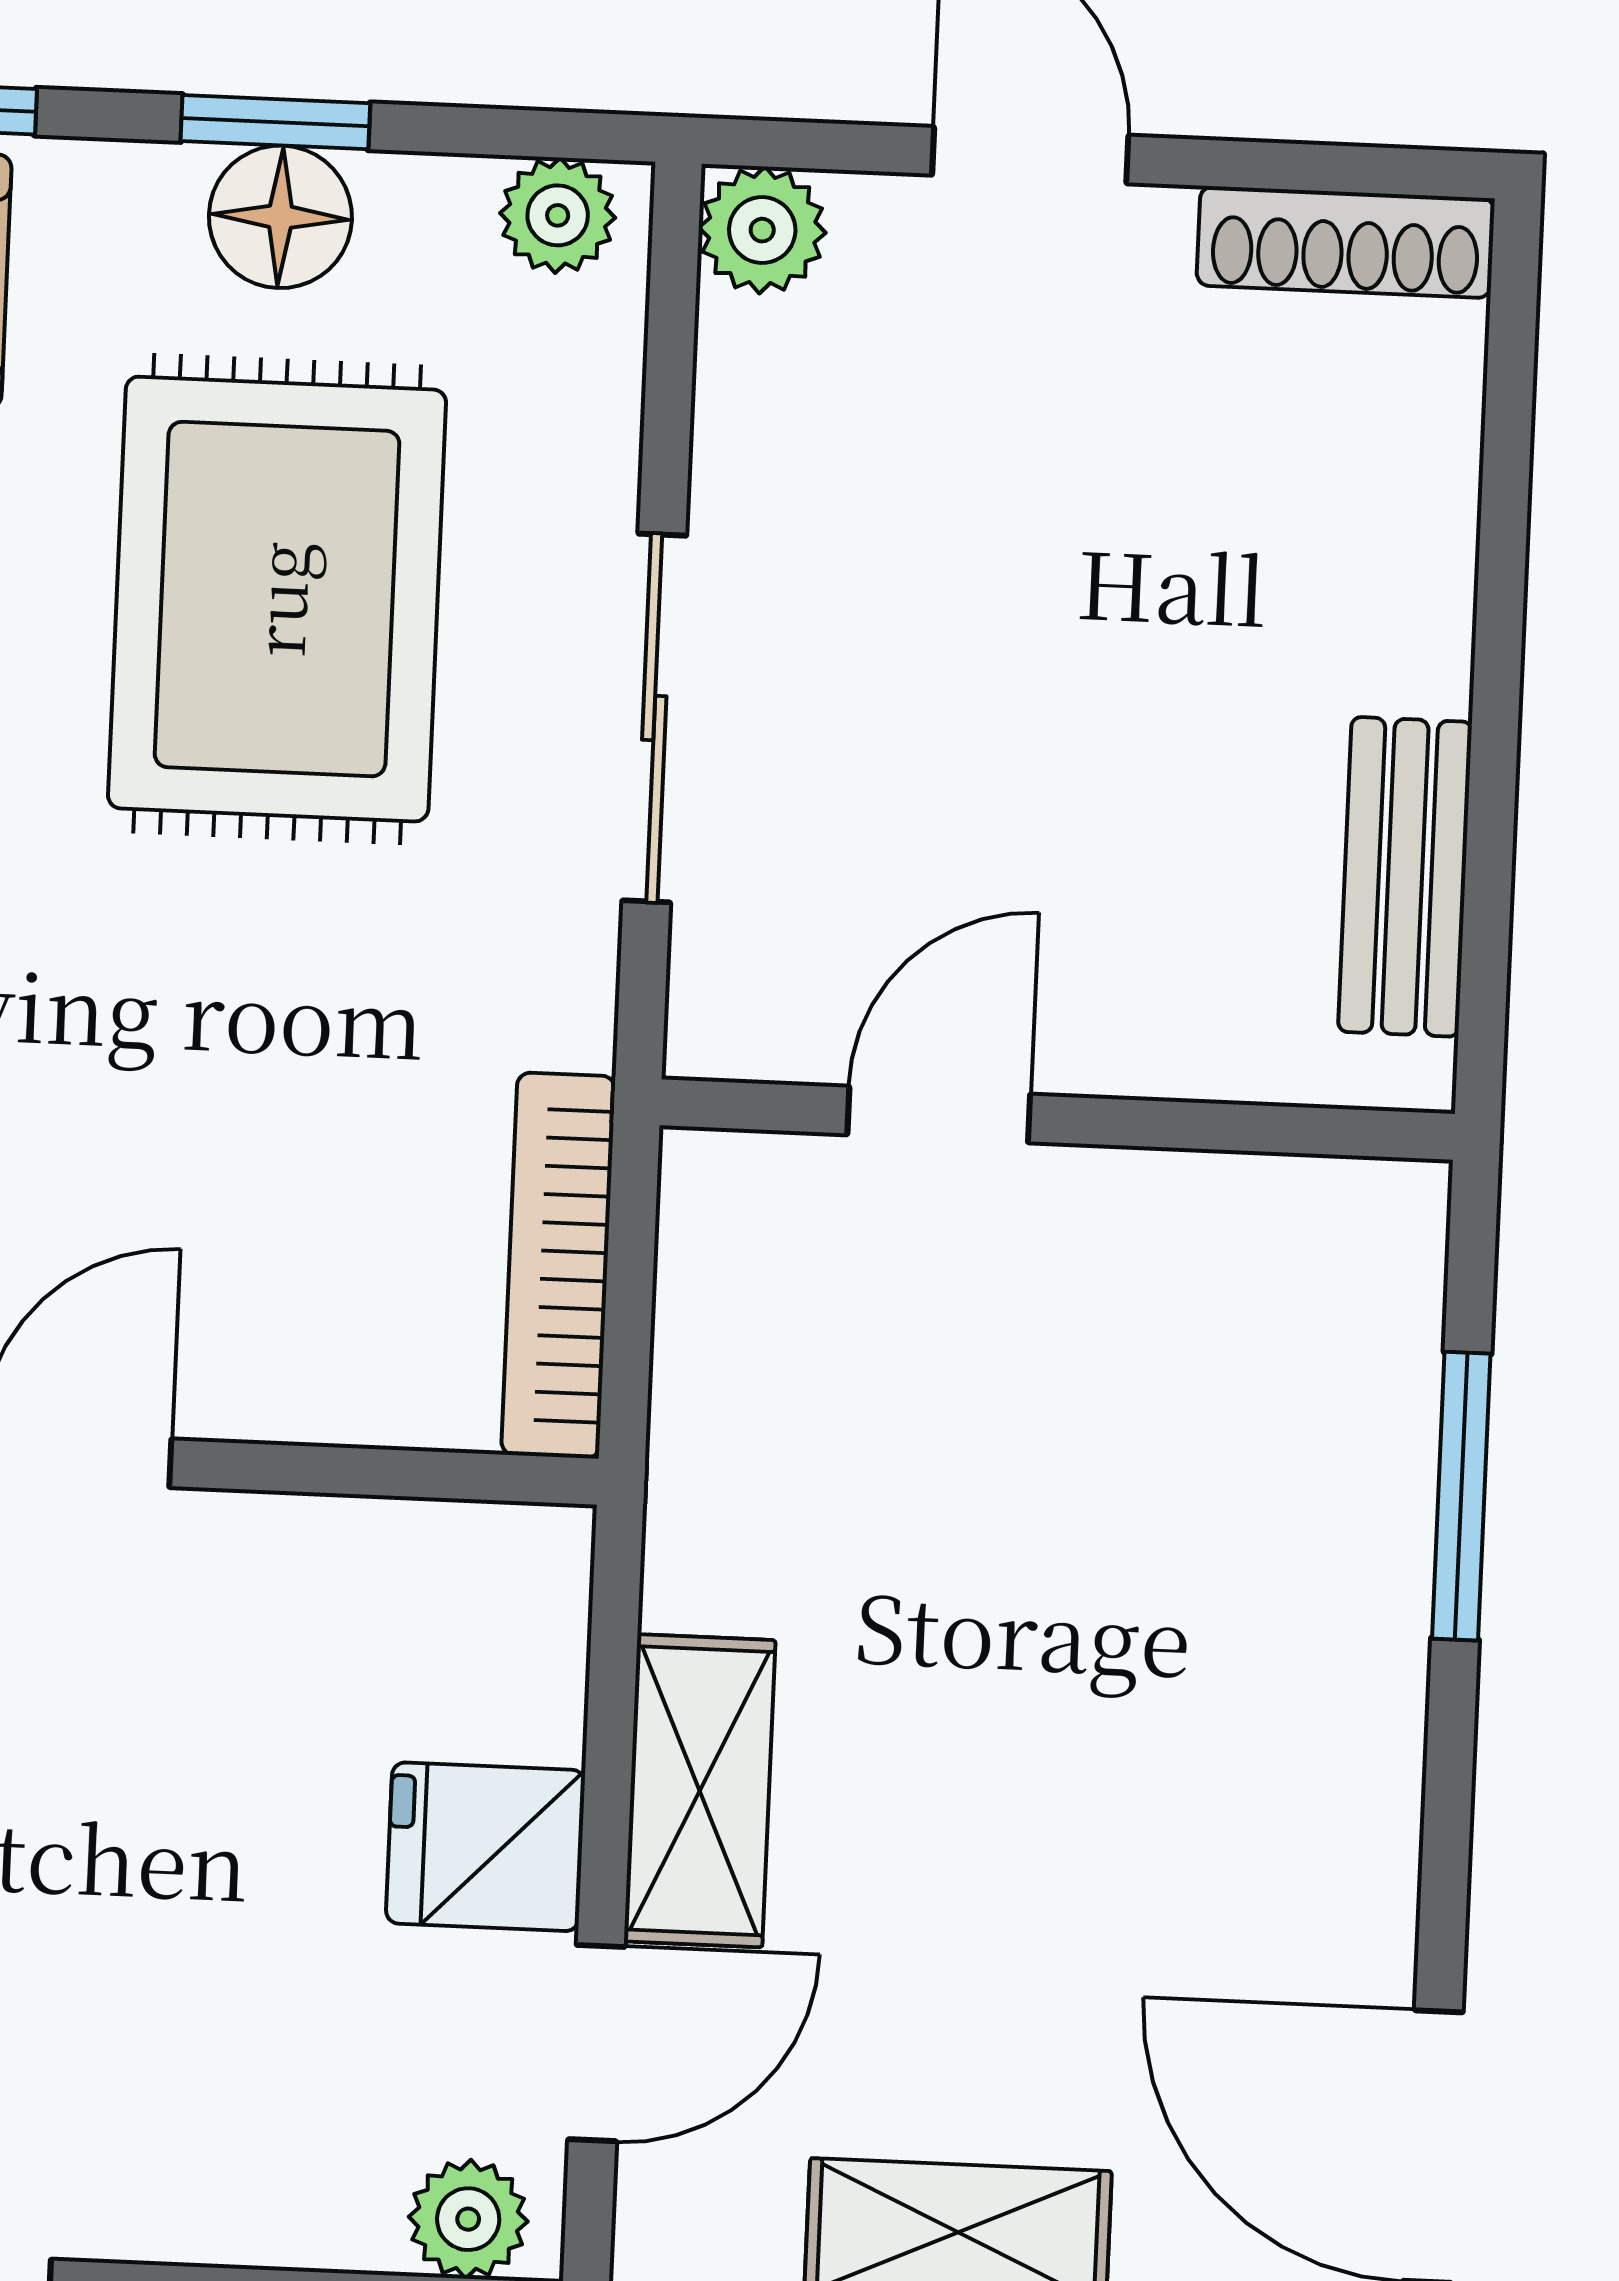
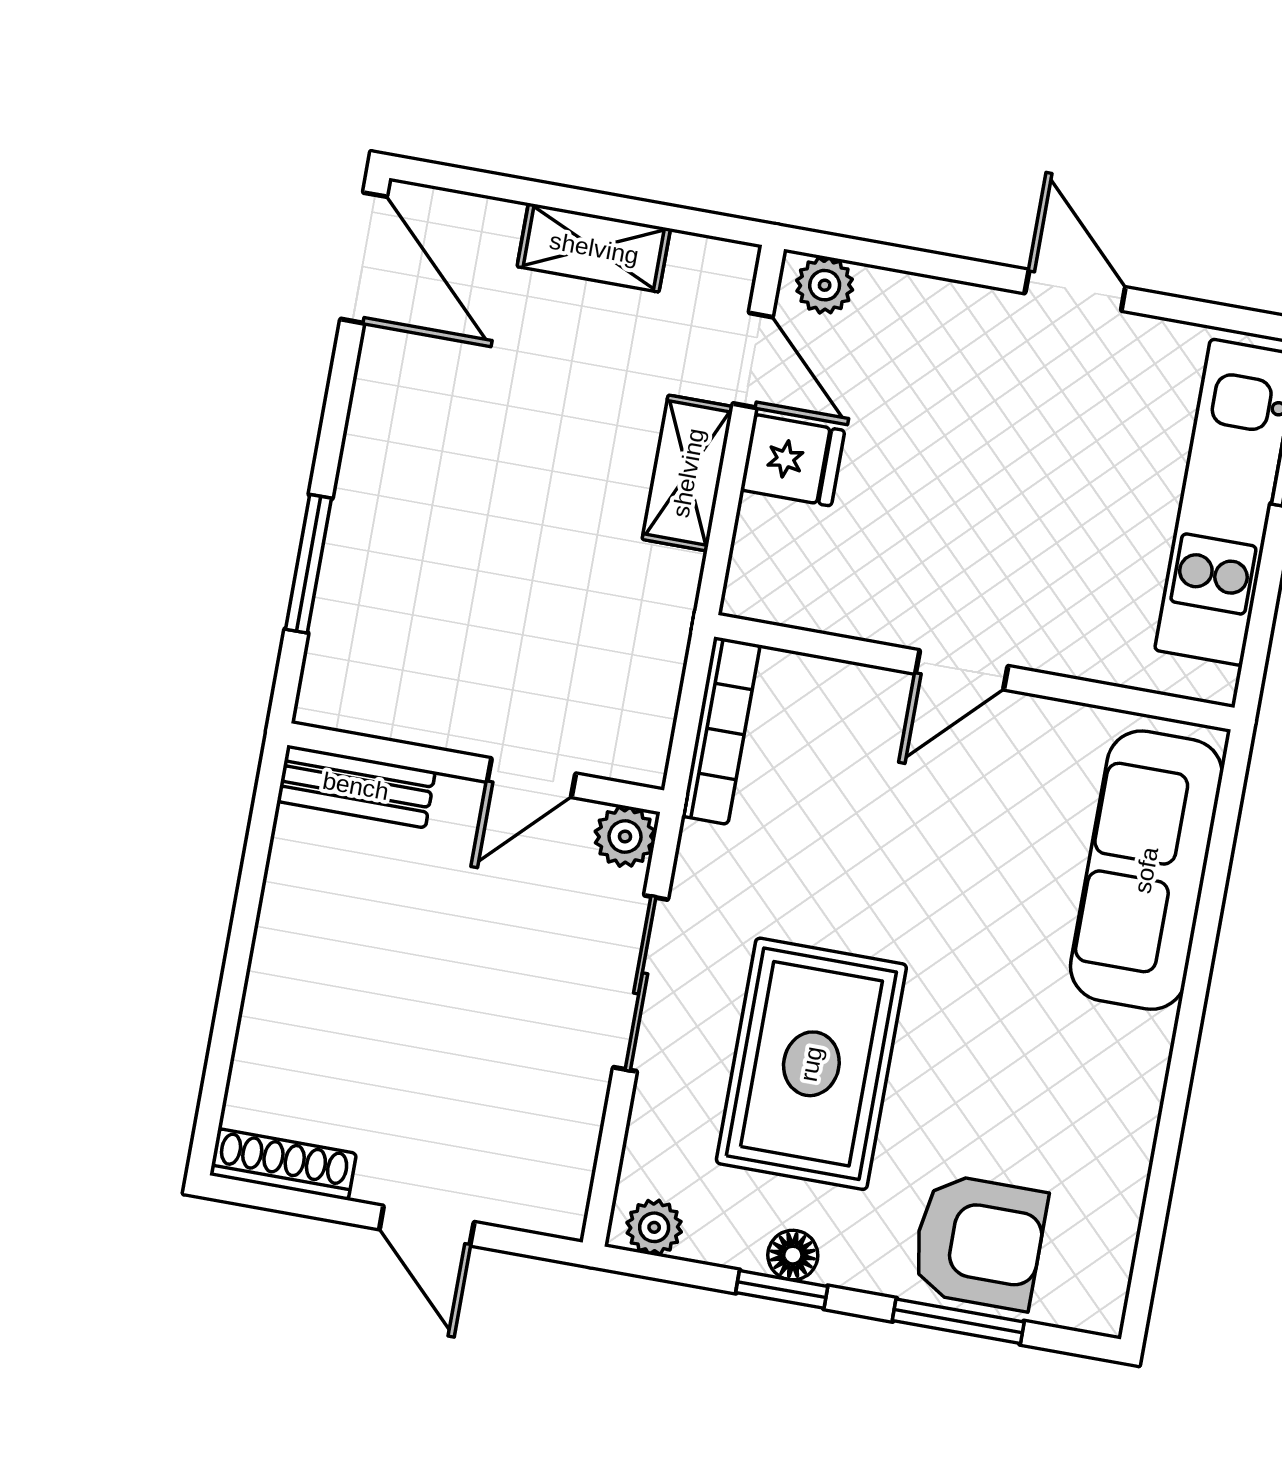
floor lamp: (280, 217) -> (793, 1255), width x0.73, depth x0.73
plant: (762, 230) -> (625, 836), moved
bench: (1405, 877) -> (356, 786), moved, turned 90
door: (596, 2043) -> (753, 360), swing flipped

